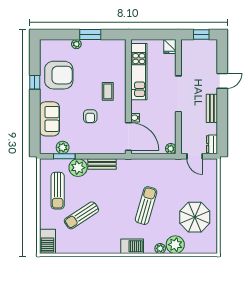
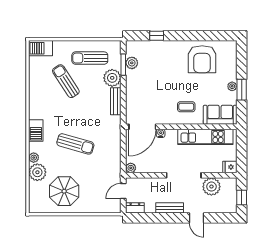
plant: (76, 44) -> (232, 86), moved
plant: (190, 65) -> (211, 187), added
window: (35, 82) -> (157, 36), moved
armchair: (90, 116) -> (162, 90), removed
sofa: (49, 119) -> (220, 115), moved, turned 180

